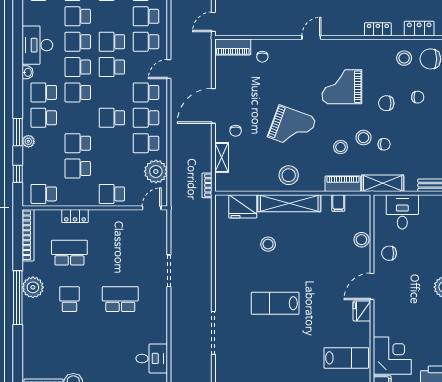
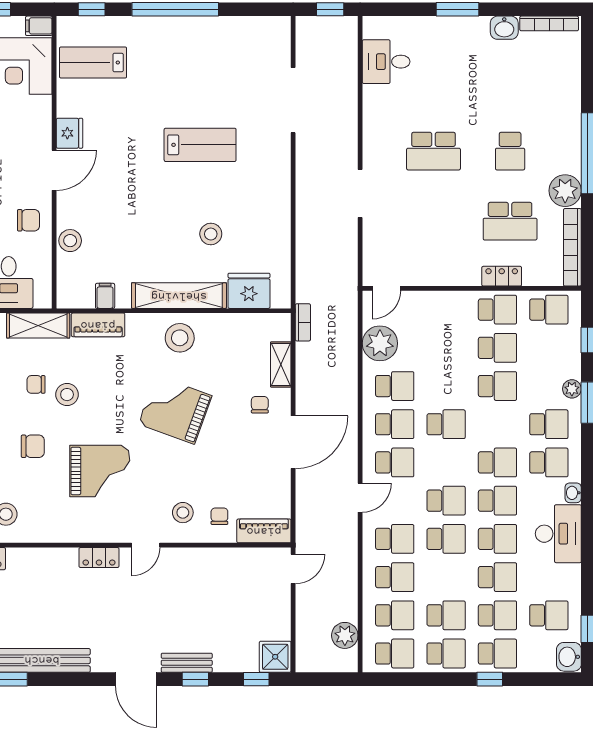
locker: (378, 29) -> (99, 557), moved
stool: (341, 147) -> (183, 513), moved
school desk: (112, 194) -> (497, 310), moved
plant: (33, 287) -> (565, 191), moved

